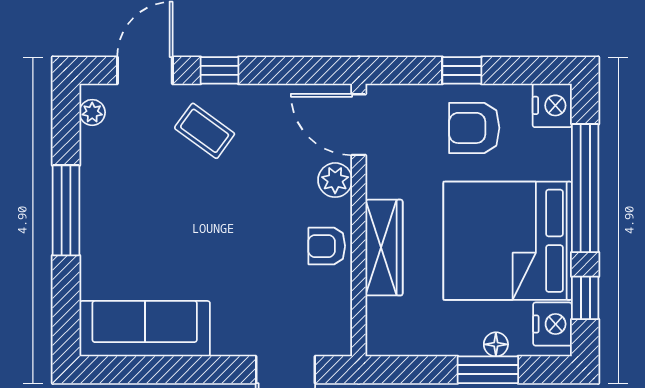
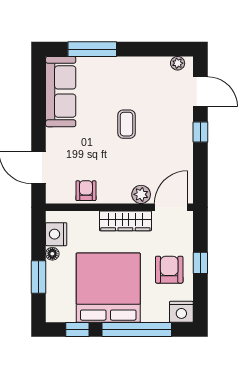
coffee table: (205, 131) -> (126, 124), moved, turned -36
window: (66, 210) -> (92, 49), moved
armchair: (327, 246) -> (86, 191), moved
wardrobe: (384, 248) -> (125, 221), moved
nightstand: (552, 324) -> (56, 234), moved, turned 90
floor lamp: (496, 344) -> (52, 254), moved

